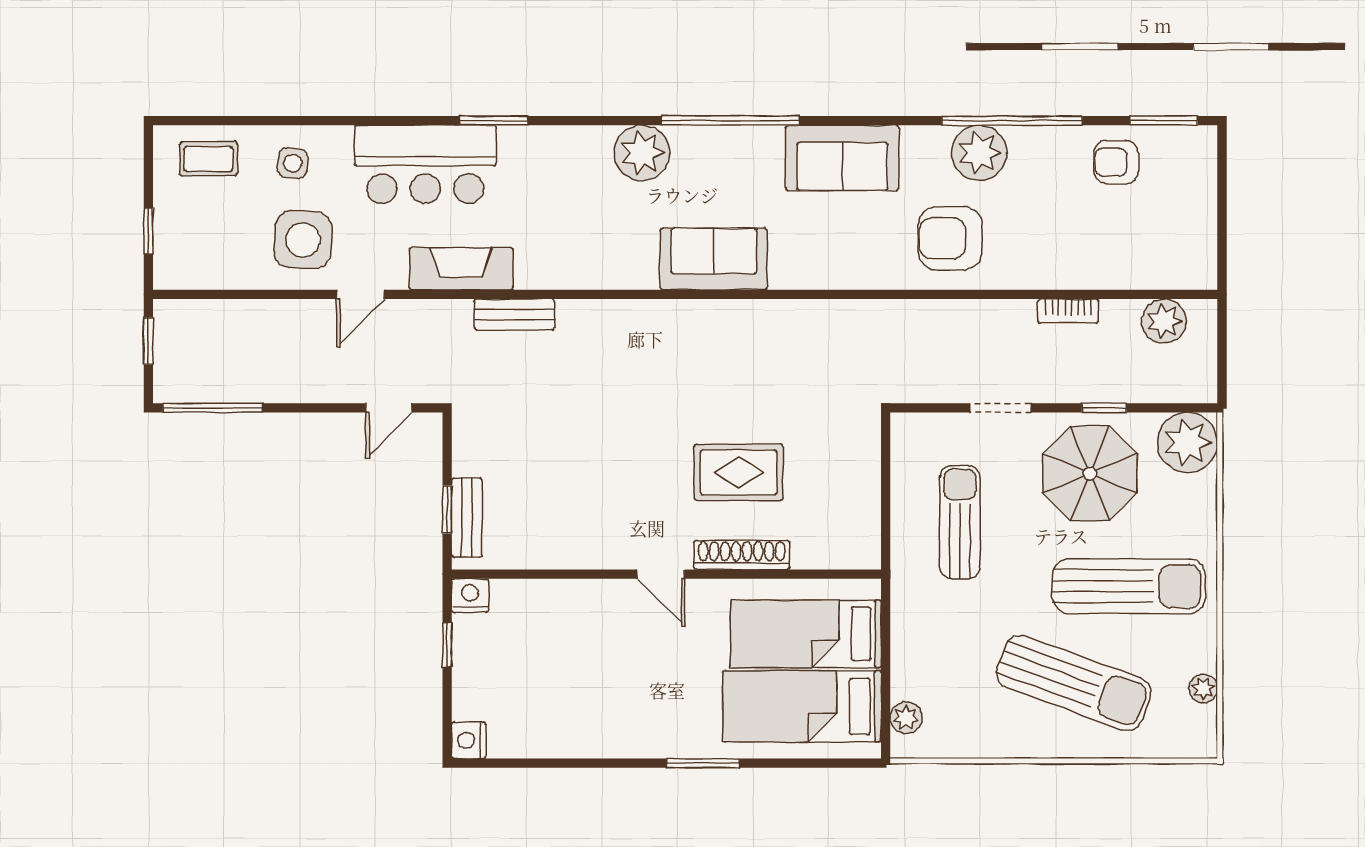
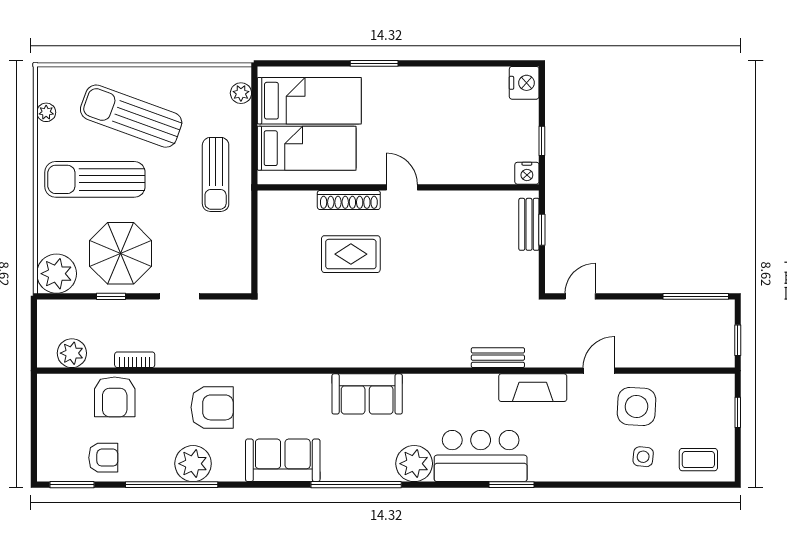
bar counter: (425, 164) -> (481, 456), moved
armchair: (1099, 254) -> (115, 397), added
sun lounger: (960, 522) -> (216, 174), moved
nightstand: (469, 740) -> (524, 83), width x1.36, depth x1.33

